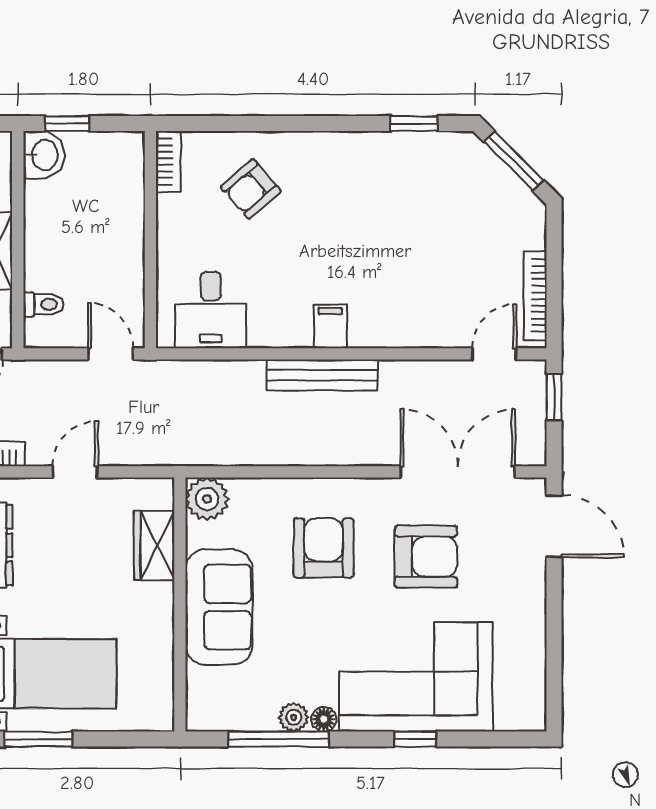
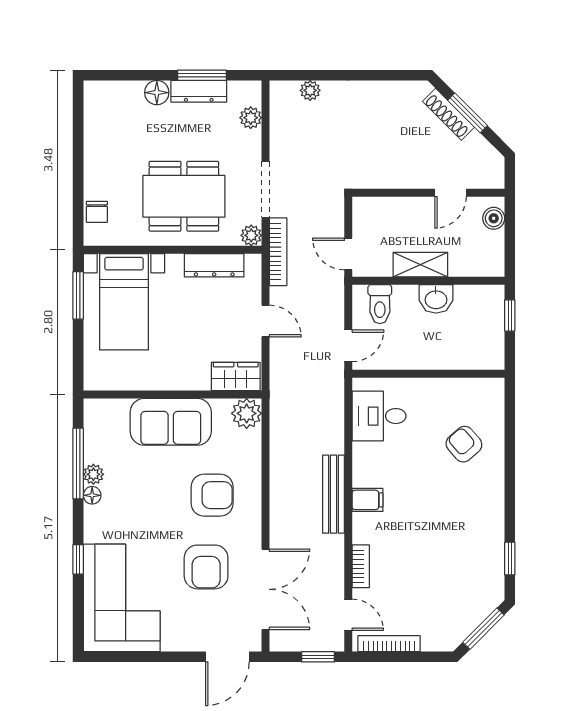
washbasin: (44, 155) -> (436, 299), moved
bookcase: (168, 161) -> (361, 566), moved, turned -90
toilet: (43, 304) -> (380, 304), width x1.37, depth x1.39
wardrobe: (154, 545) -> (236, 376), moved
corner sofa: (416, 677) -> (122, 598), moved

